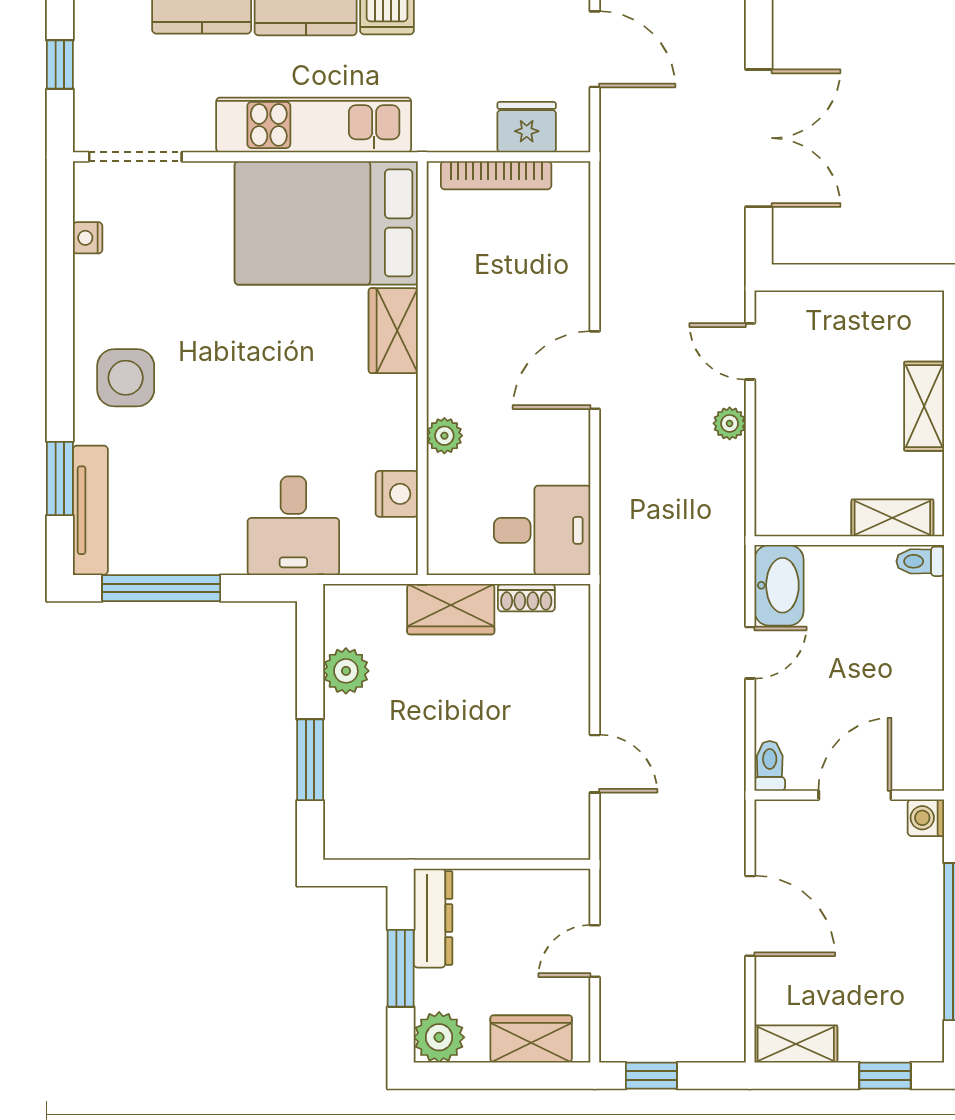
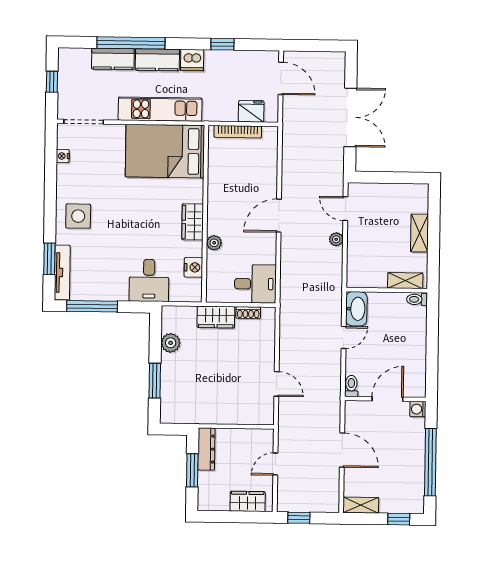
wardrobe: (393, 331) -> (193, 222), moved
plant: (439, 1037) -> (208, 500), removed

